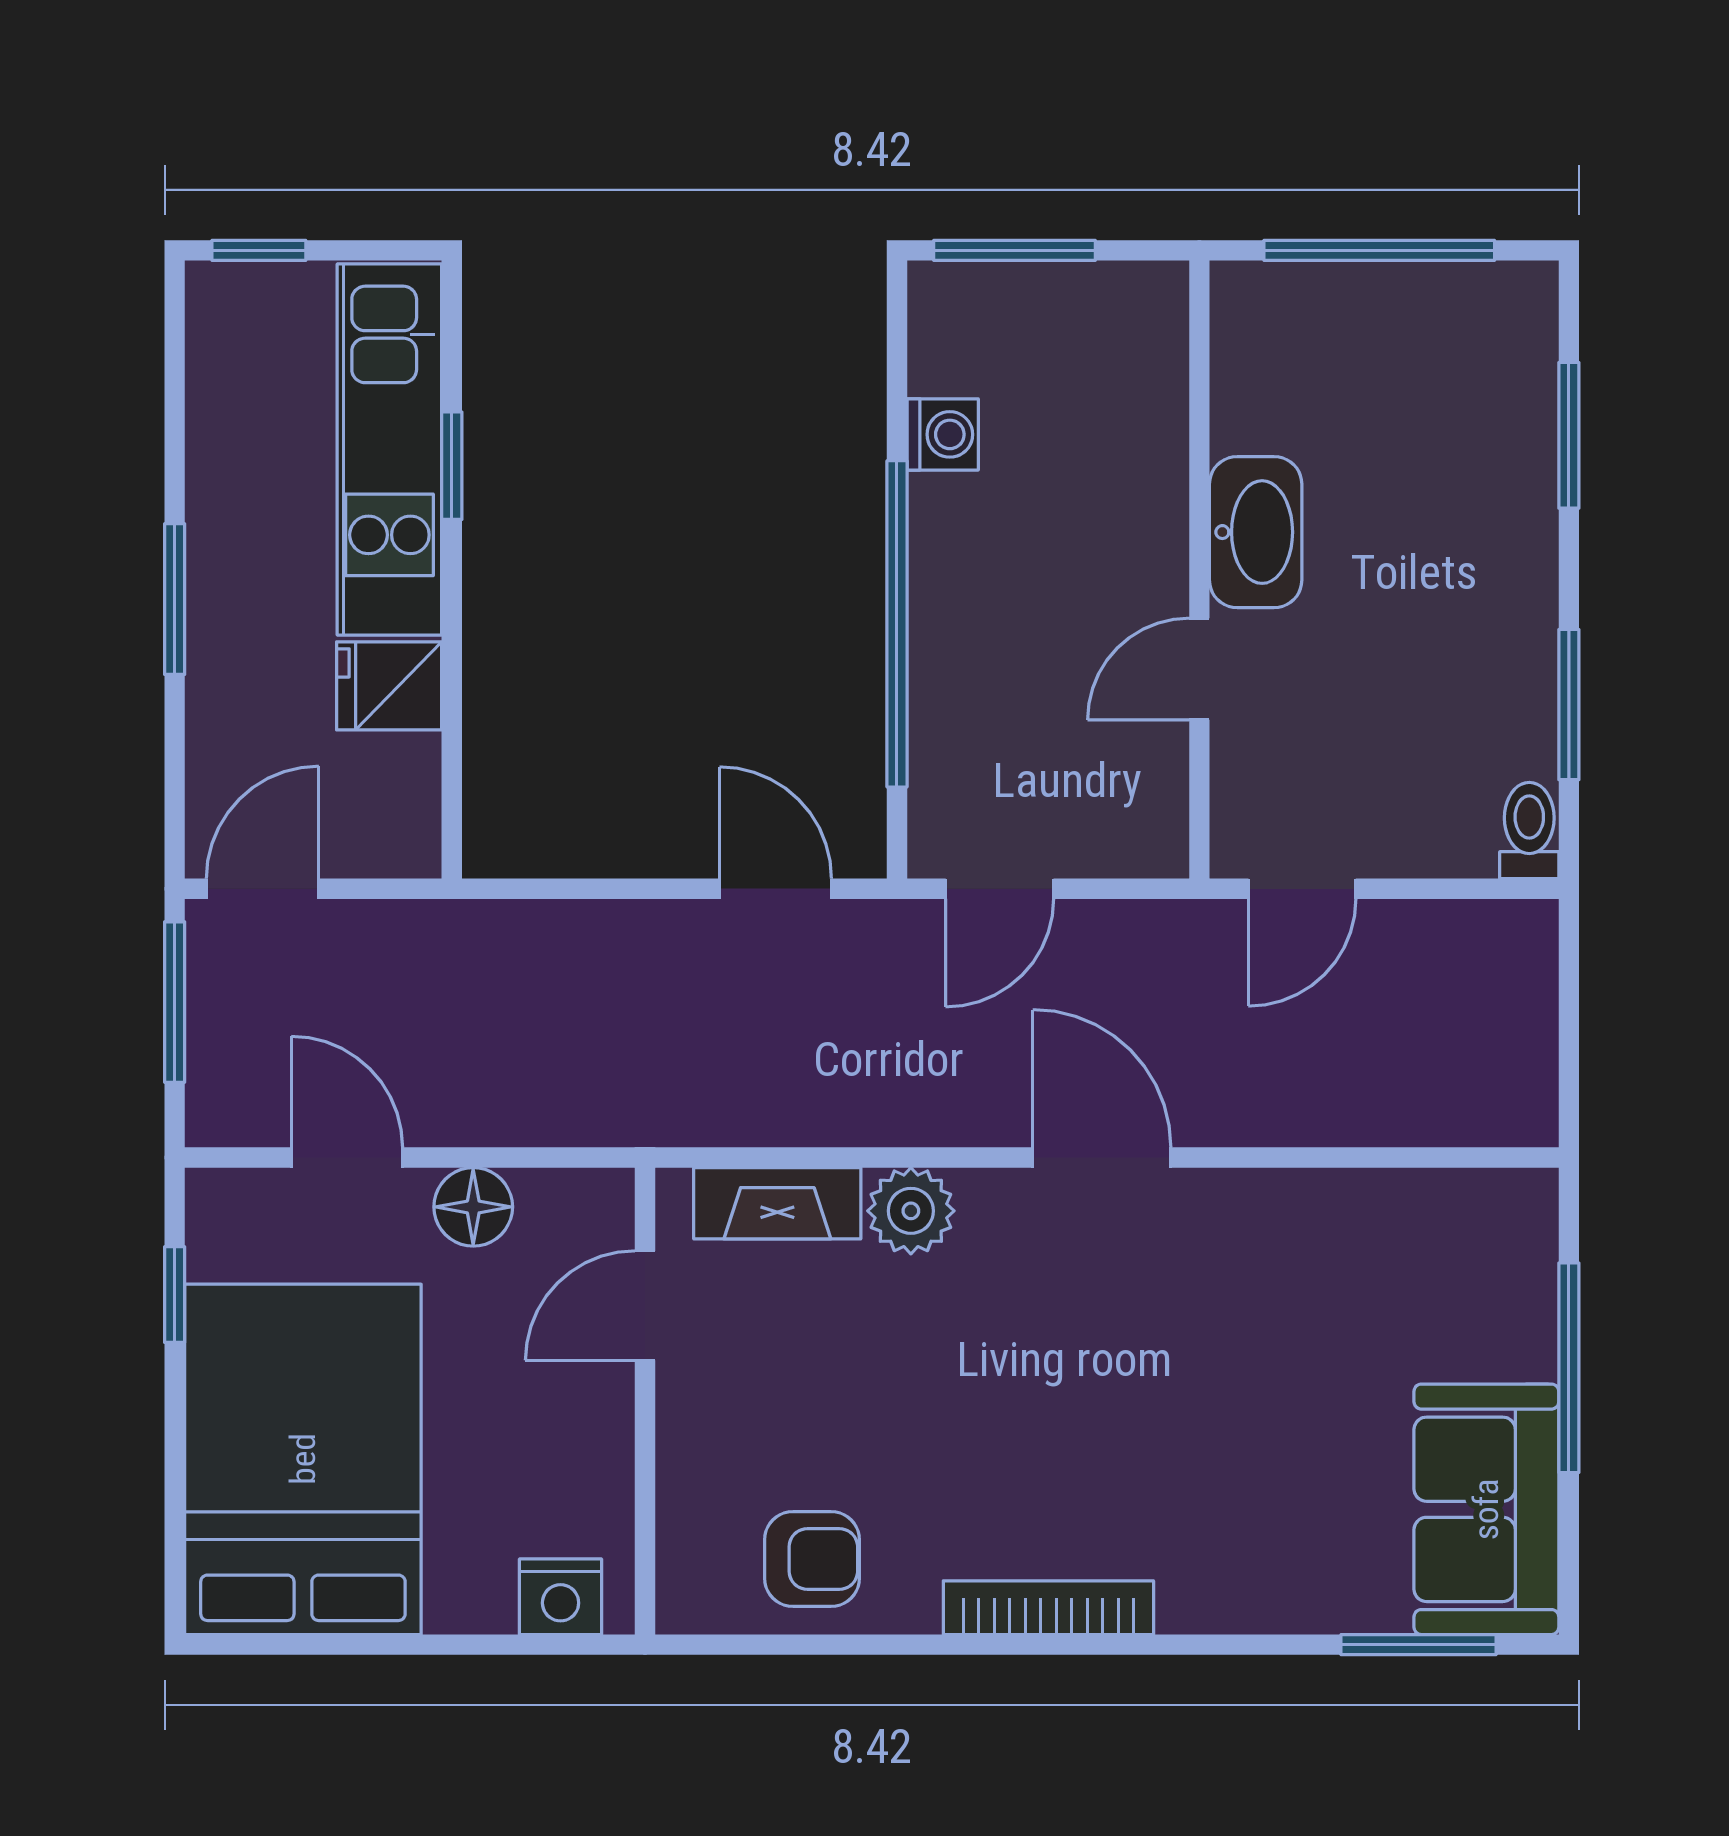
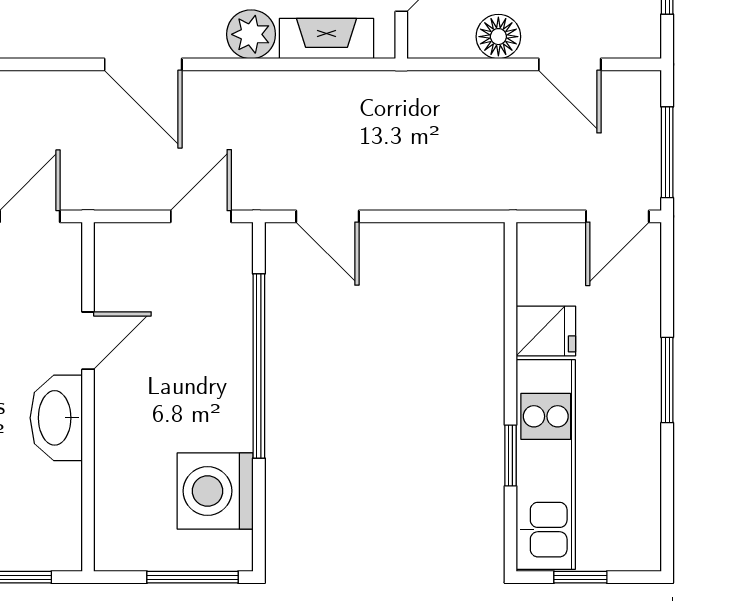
window: (259, 250) -> (580, 577), moved
washing machine: (943, 434) -> (215, 491), width x1.89, depth x1.89

